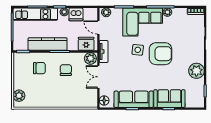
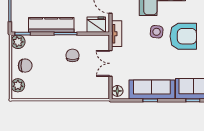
plant: (90, 58) -> (18, 42), moved
chair: (39, 68) -> (25, 66), moved

